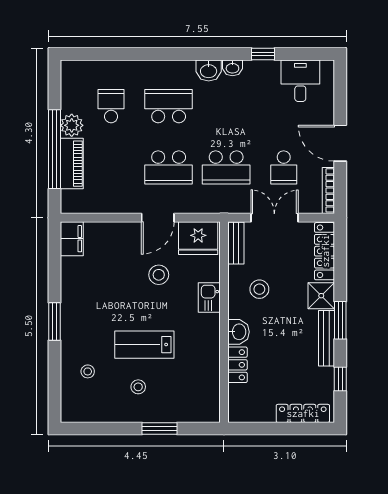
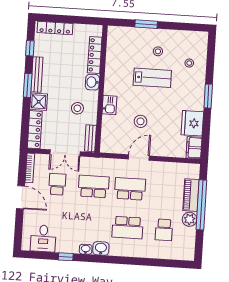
fridge: (198, 238) -> (192, 123), moved, turned -90
locker: (237, 365) -> (95, 55), width x1.53

